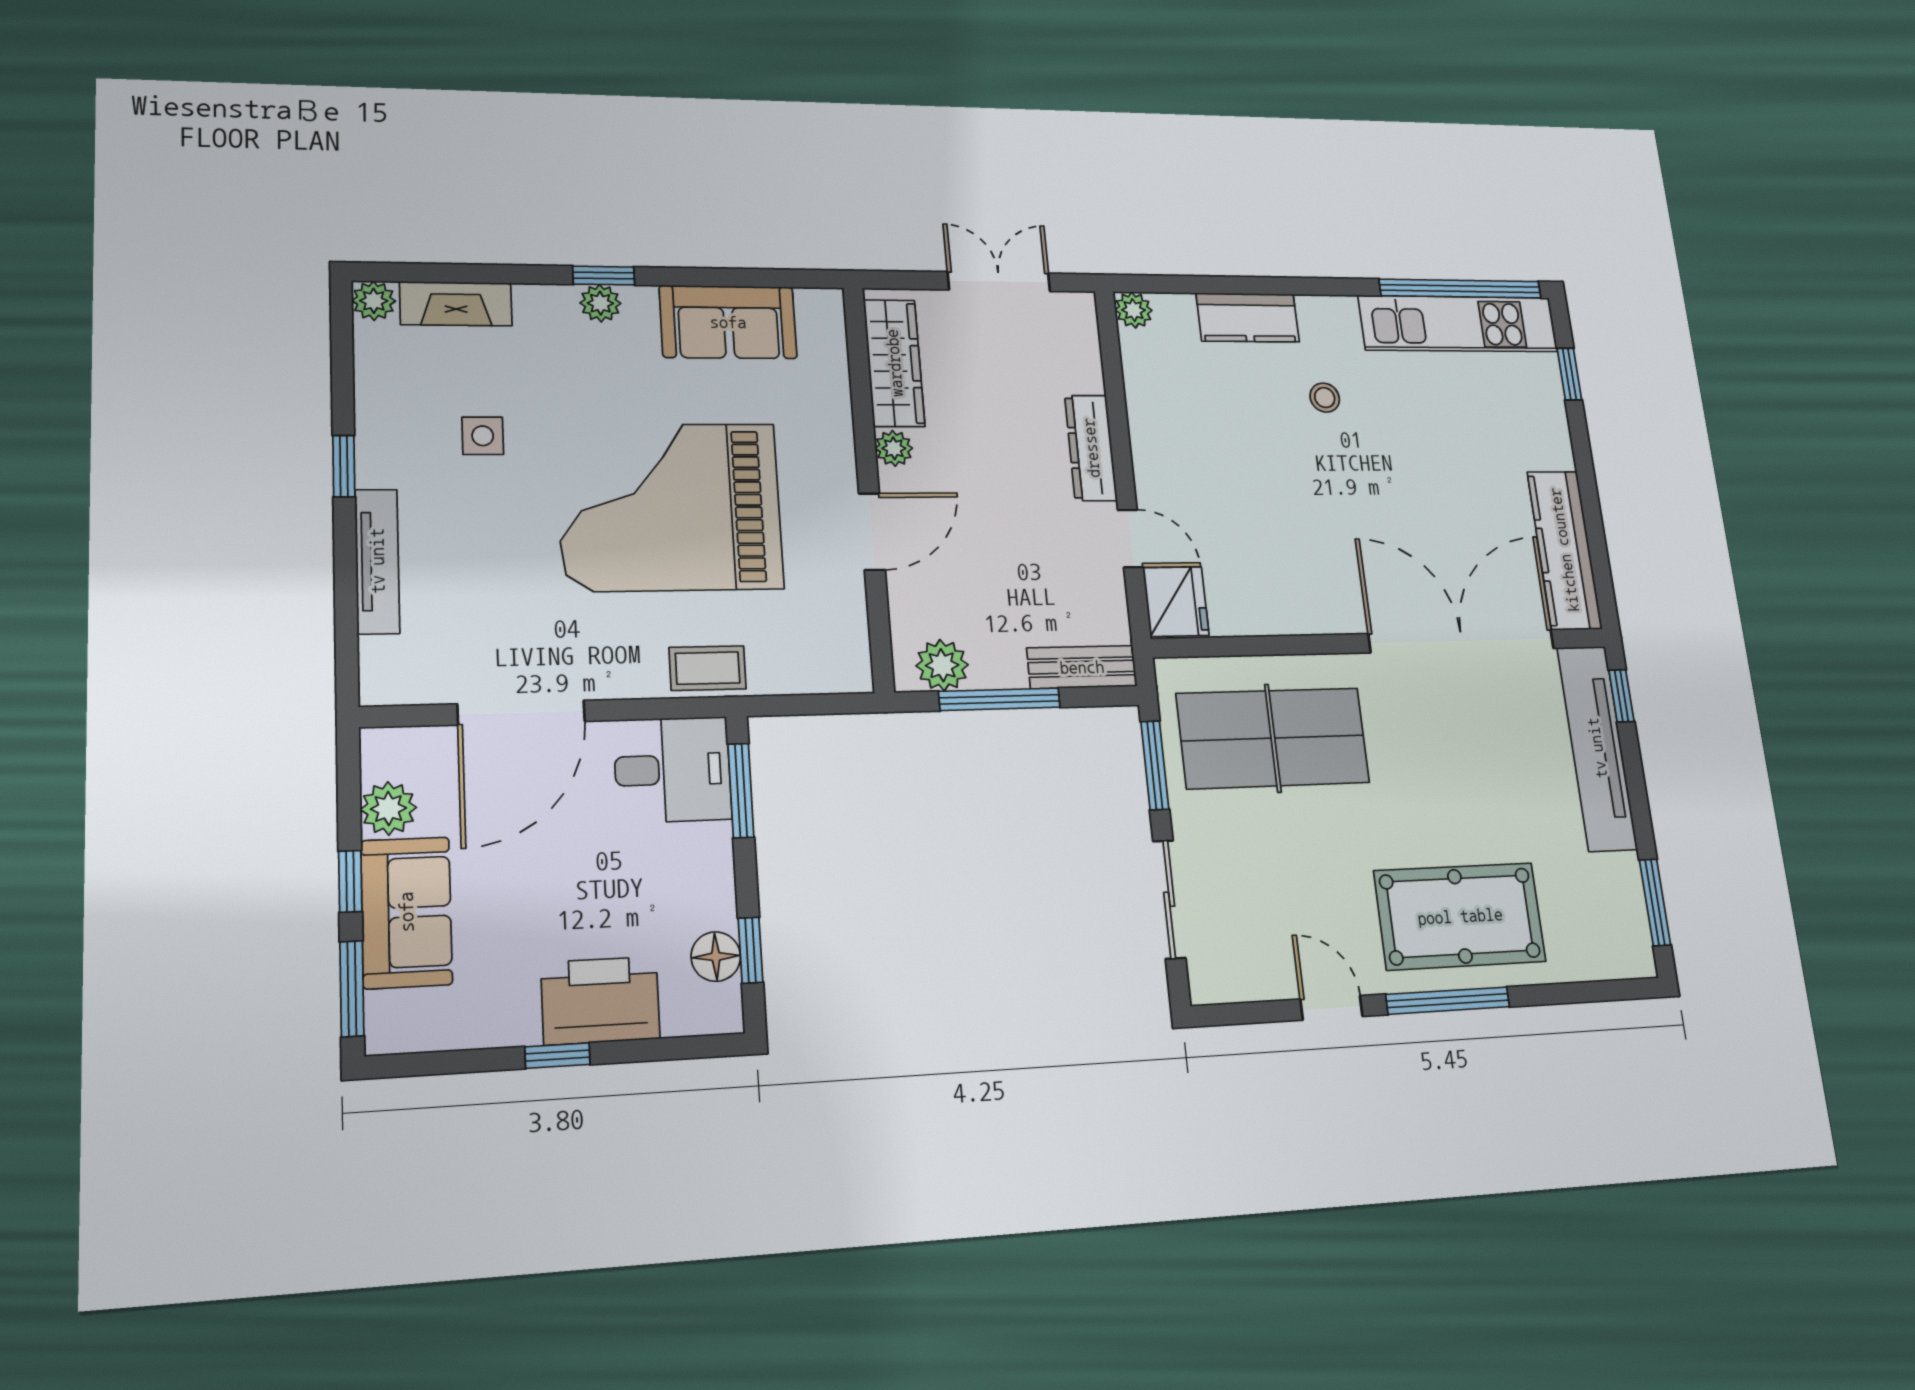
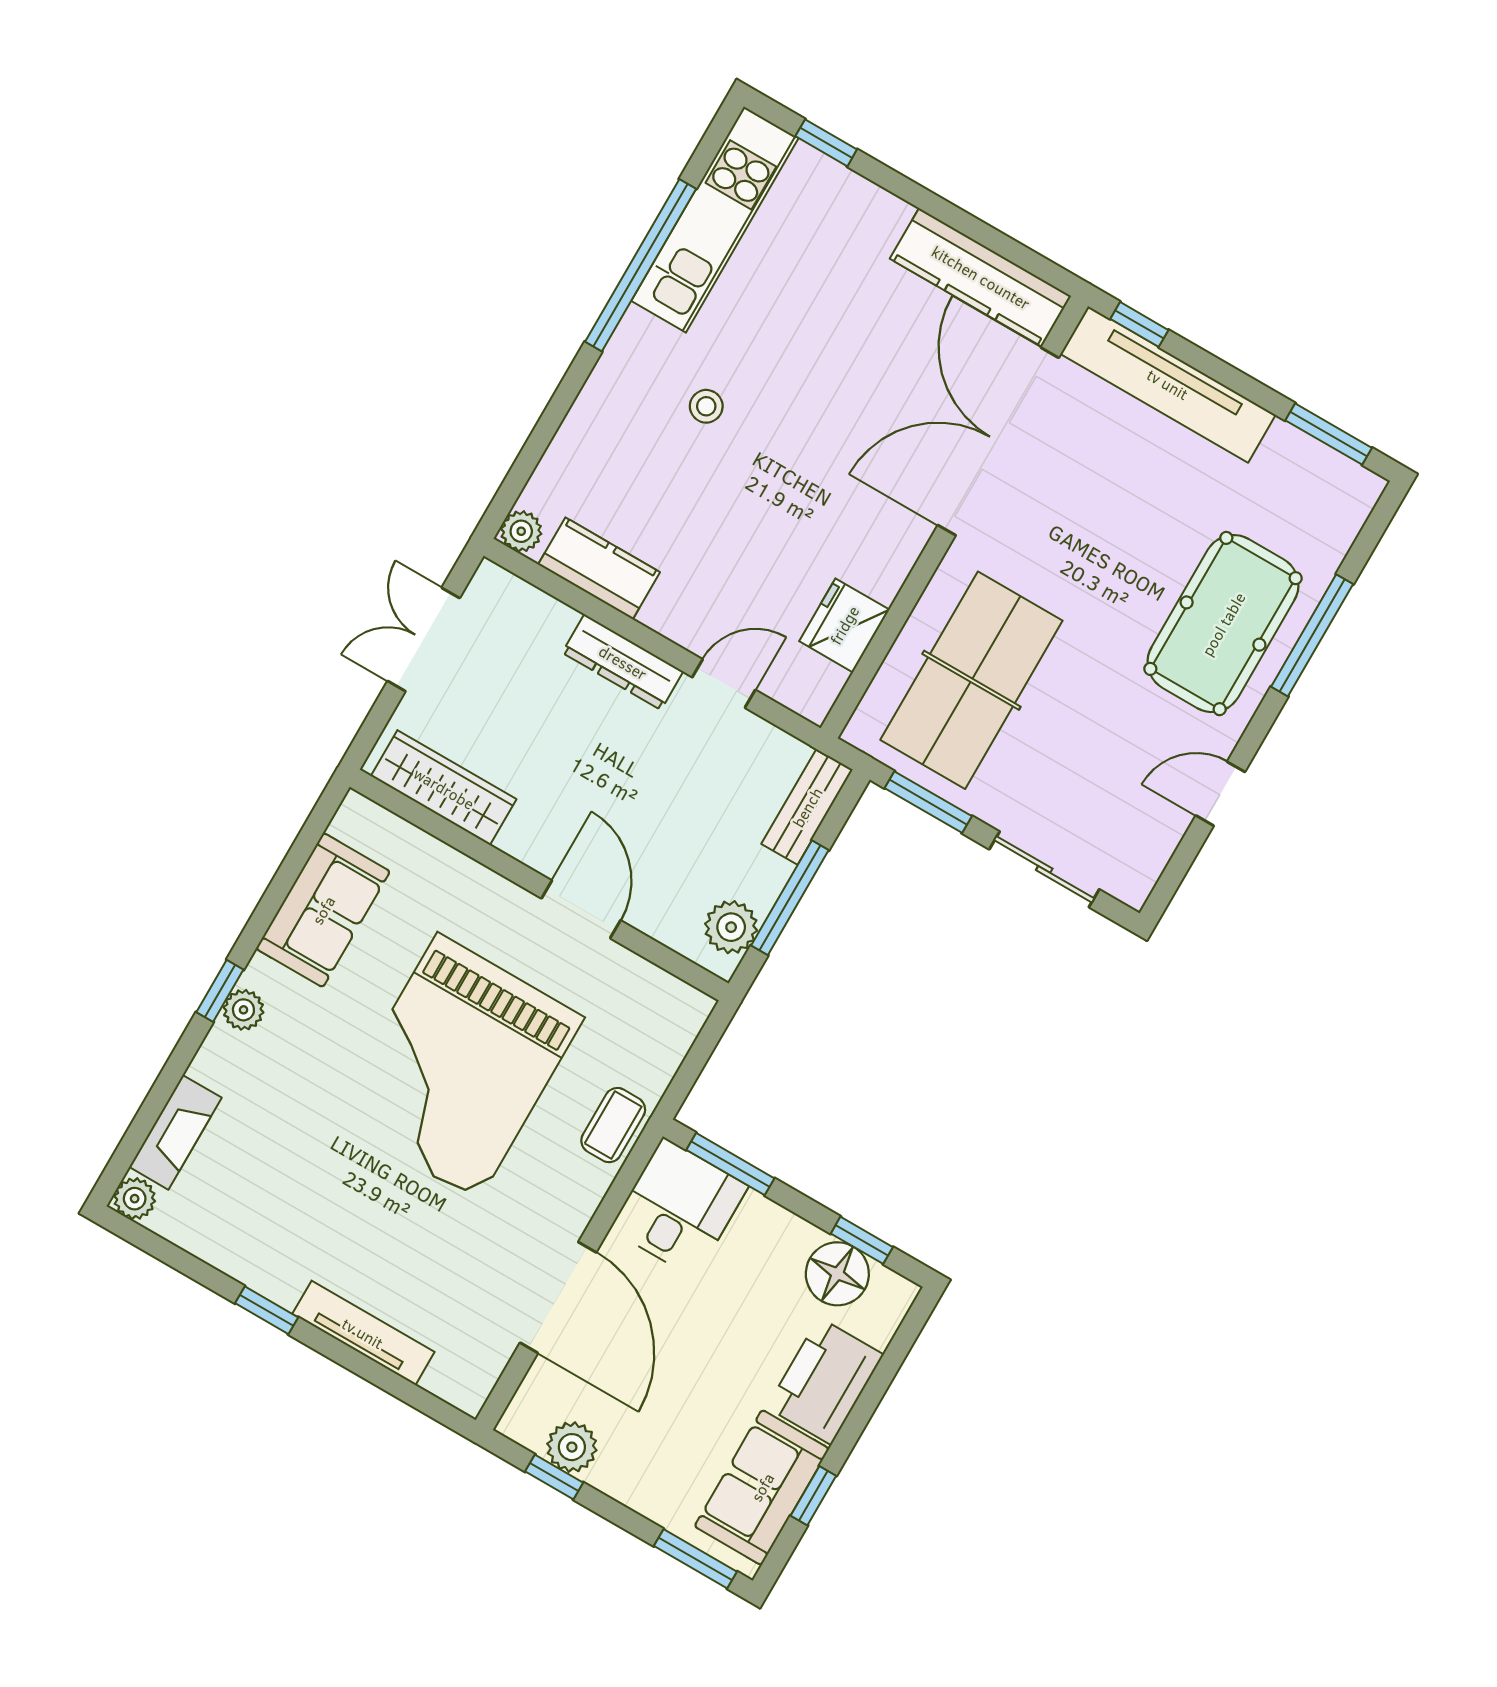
window: (1460, 289) -> (641, 265), moved
kitchen counter: (1248, 318) -> (599, 568), moved, turned -90
side table: (483, 436) -> (305, 1183), removed
plant: (894, 448) -> (520, 840), removed
fridge: (1176, 601) -> (844, 625), moved, turned -90
window: (350, 881) -> (554, 1477), moved
sofa: (406, 912) -> (762, 1487), moved, turned -90
floor lamp: (716, 957) -> (837, 1274), width x1.38, depth x1.38
window: (1448, 1001) -> (1312, 635), moved
window: (558, 1056) -> (813, 1496), moved

